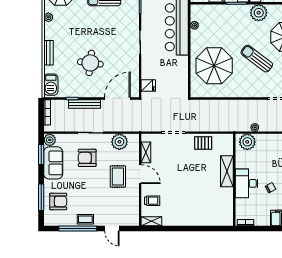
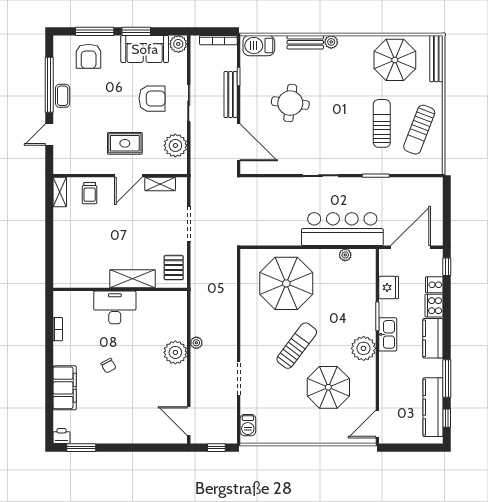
plant: (48, 17) -> (331, 42), moved
fridge: (148, 86) -> (257, 187), removed
plant: (247, 142) -> (175, 352), moved
window: (41, 154) -> (136, 31), moved
armchair: (87, 158) -> (152, 99), turned 90
shelving: (227, 171) -> (132, 279), moved
wall: (234, 180) -> (120, 289), moved
desk: (247, 183) -> (115, 307), moved

